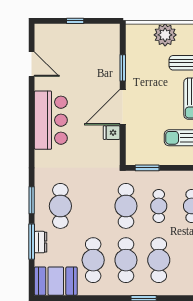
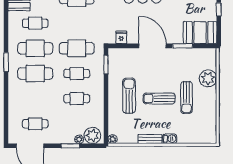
booth: (105, 45) -> (200, 33), added
fridge: (112, 133) -> (121, 37), moved
cafe table: (93, 260) -> (35, 23), width x0.73, depth x0.74

